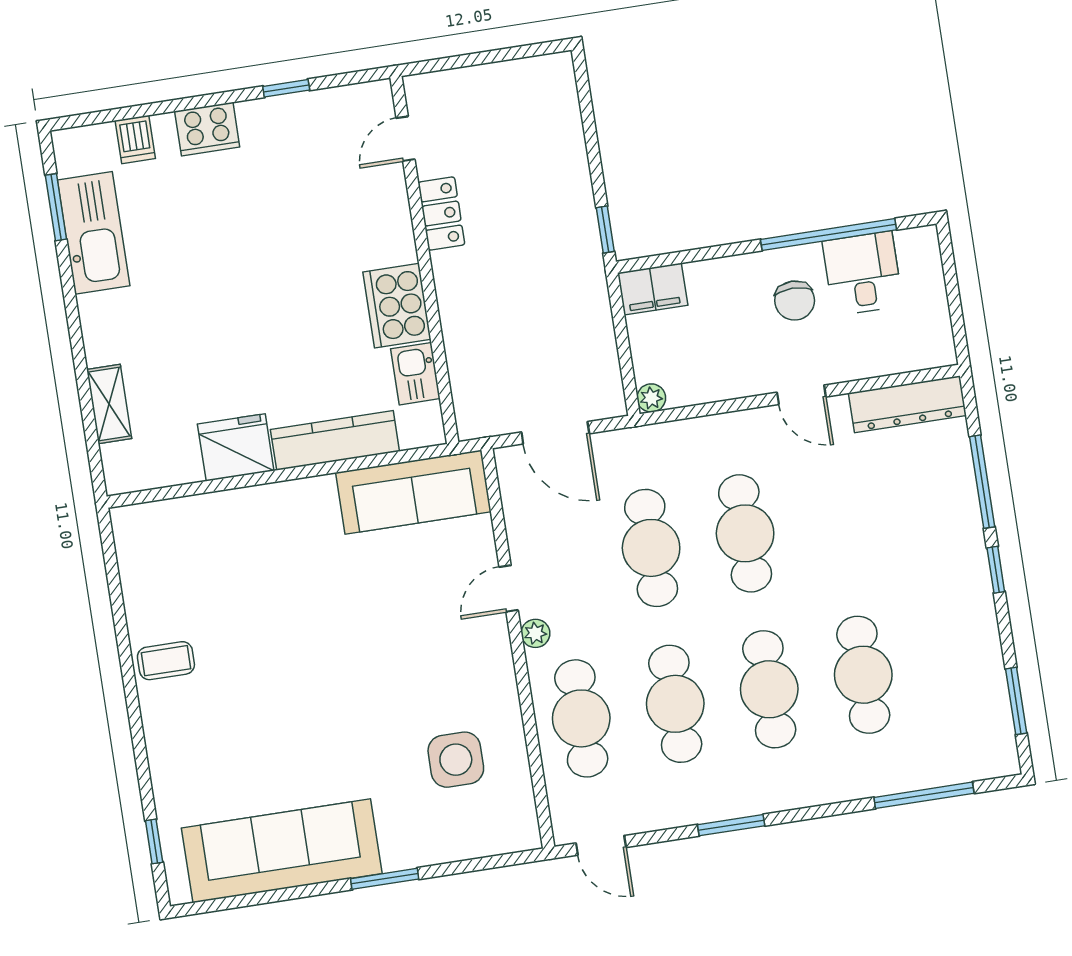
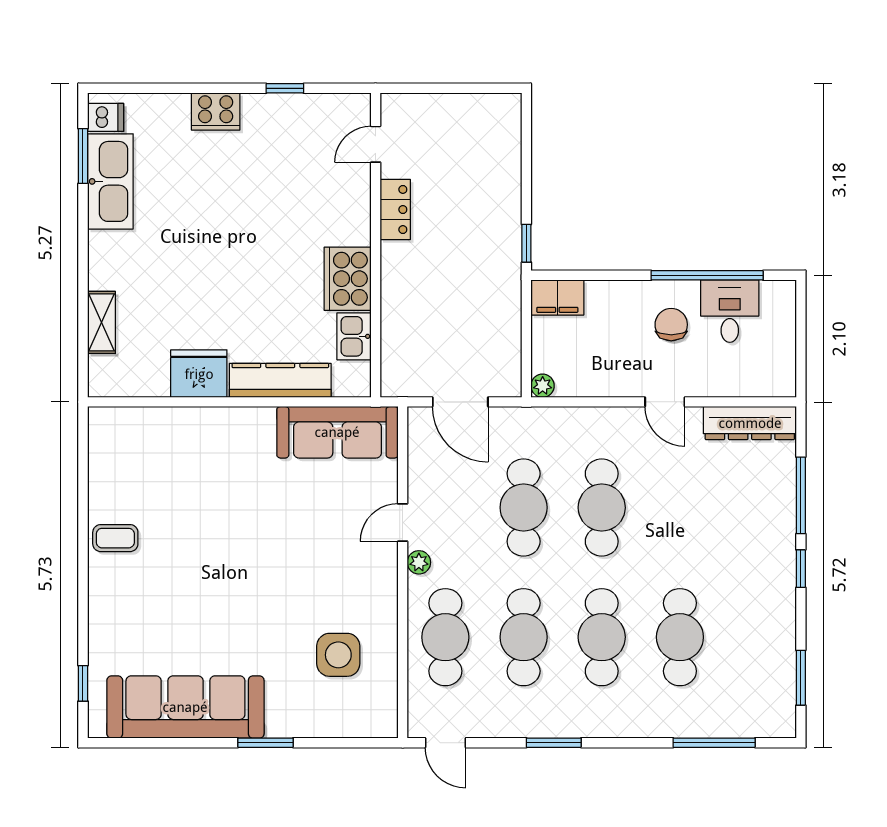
dishwasher: (135, 139) -> (106, 117), moved, turned -90
chair: (795, 301) -> (671, 325), turned 180

